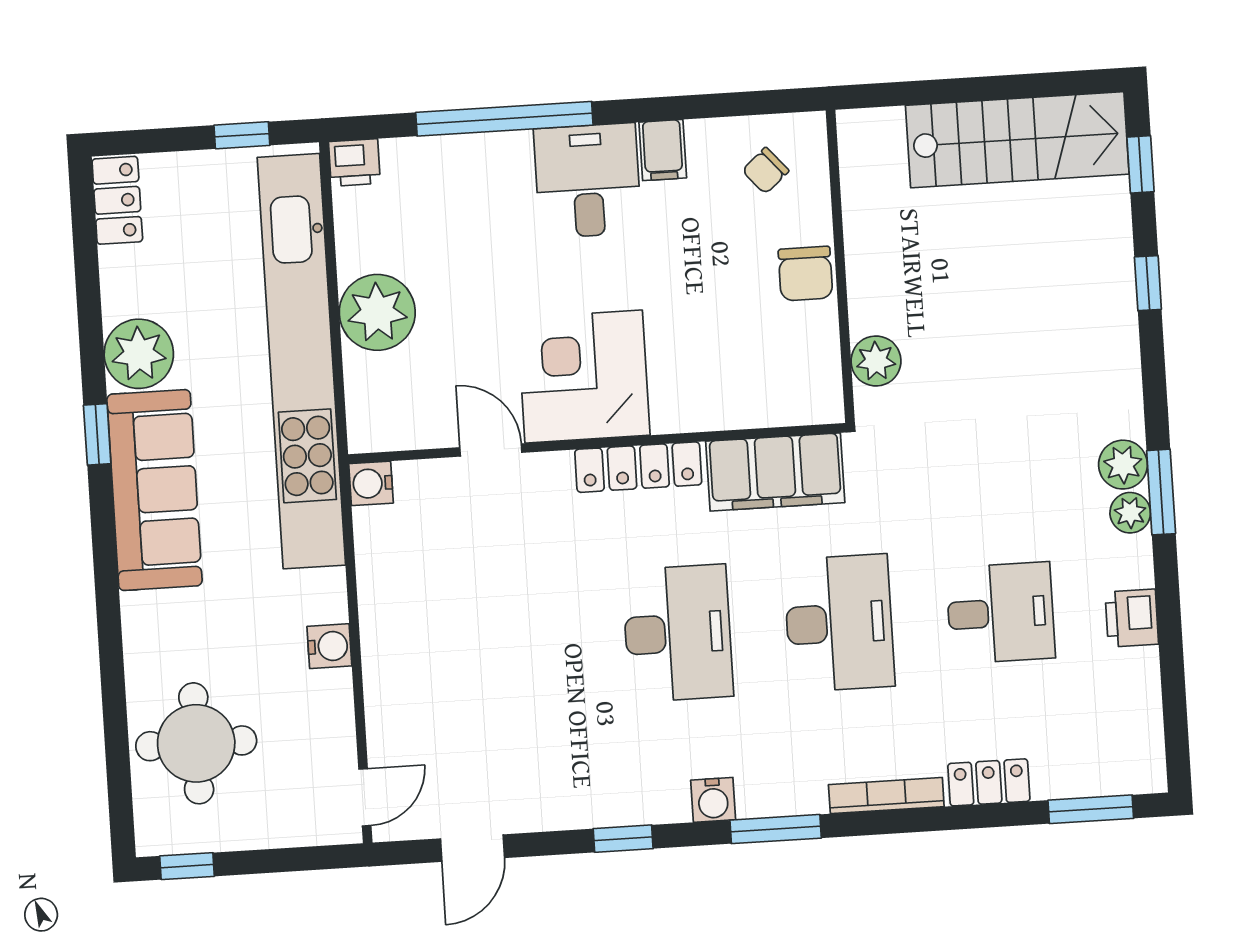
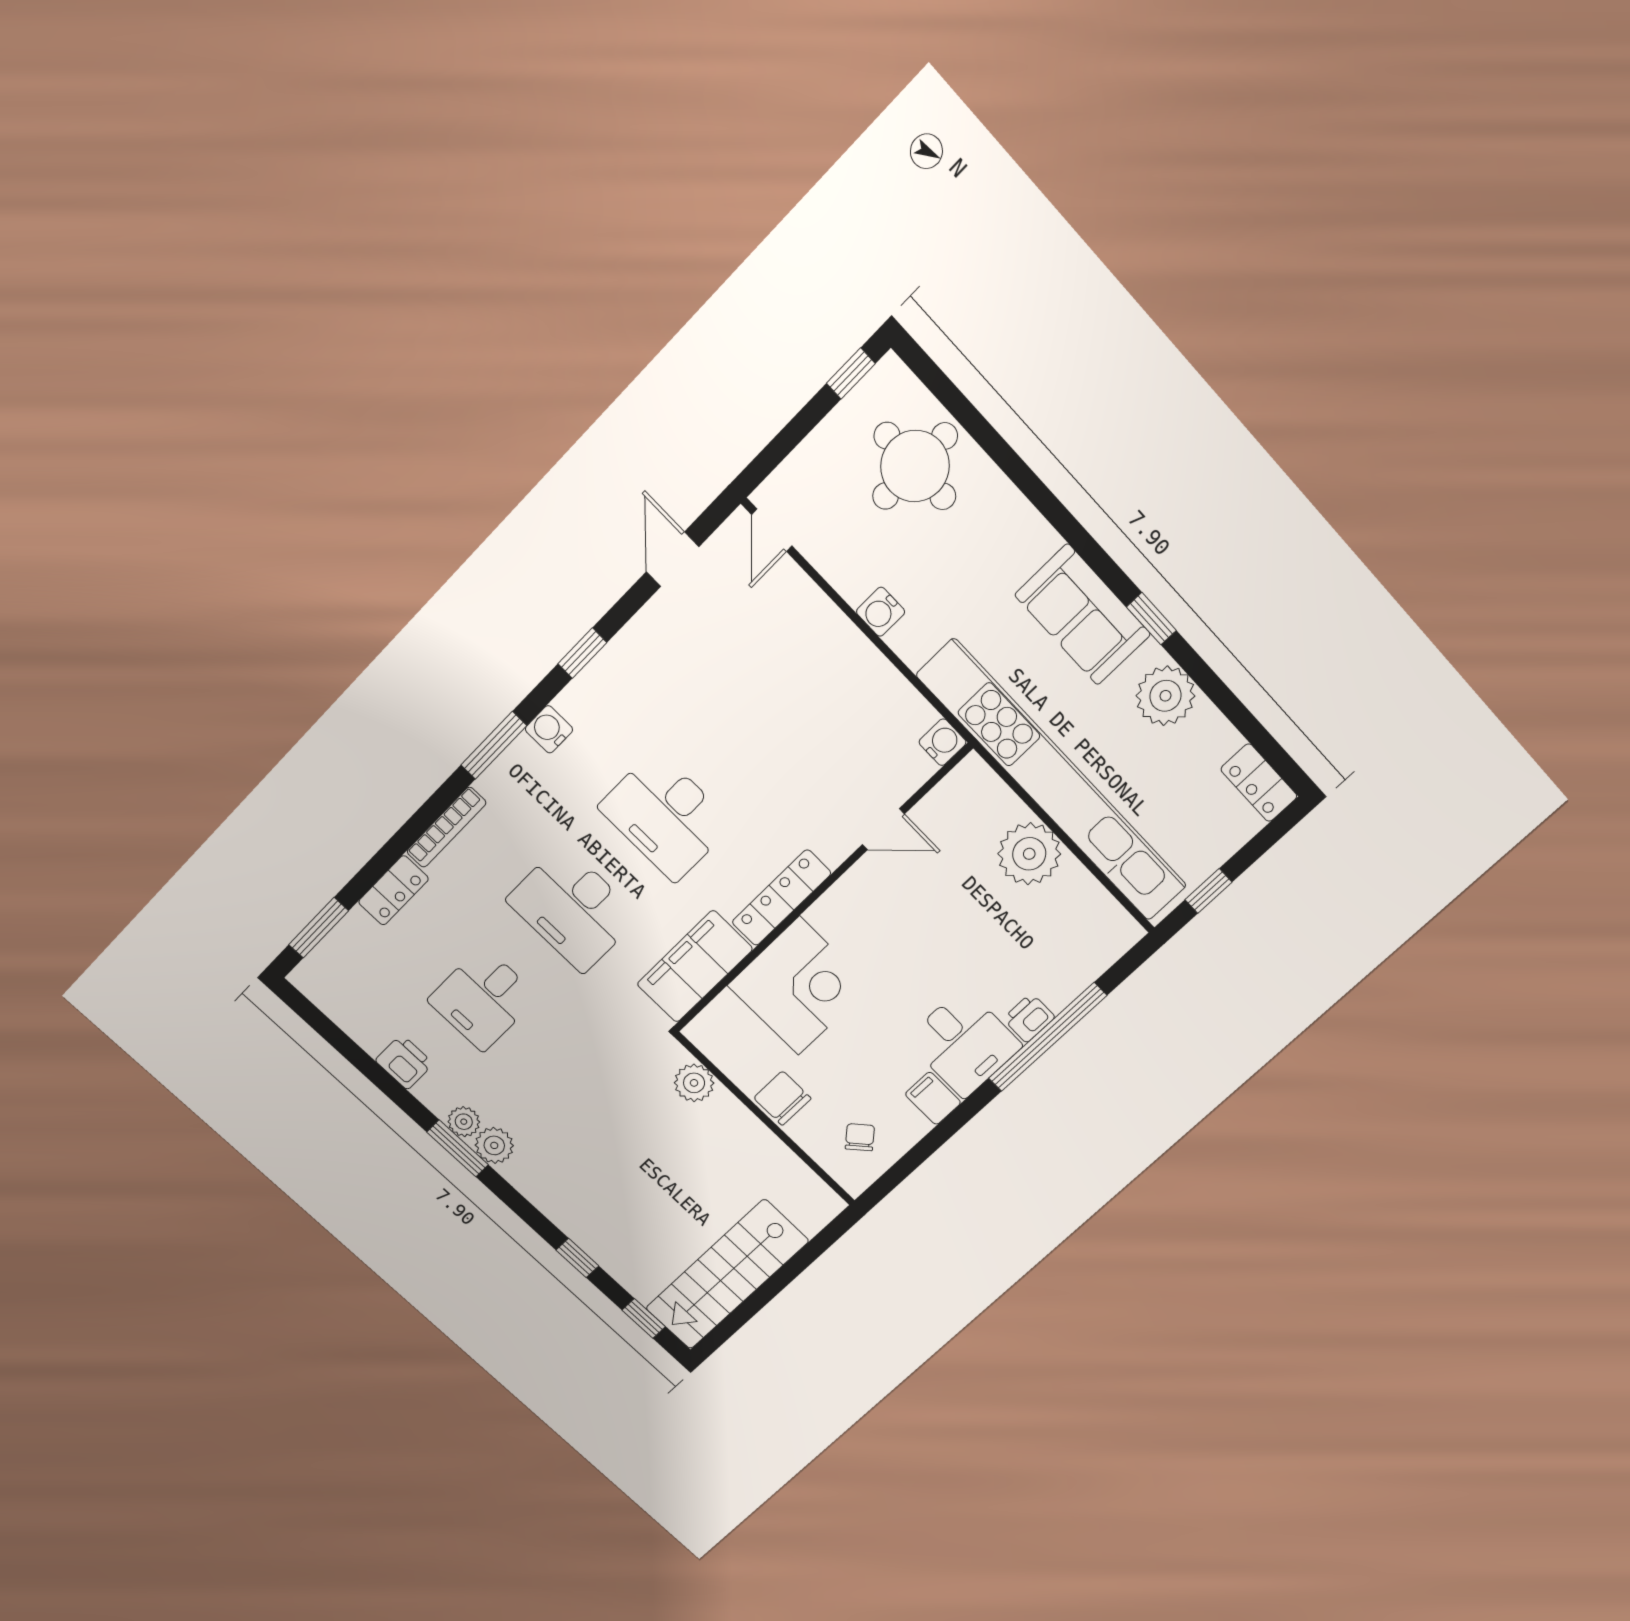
printer: (354, 162) -> (1029, 1018), moved
corner desk: (584, 377) -> (799, 986), moved
sofa: (155, 490) -> (1083, 615), width x0.73

